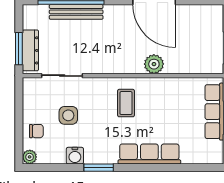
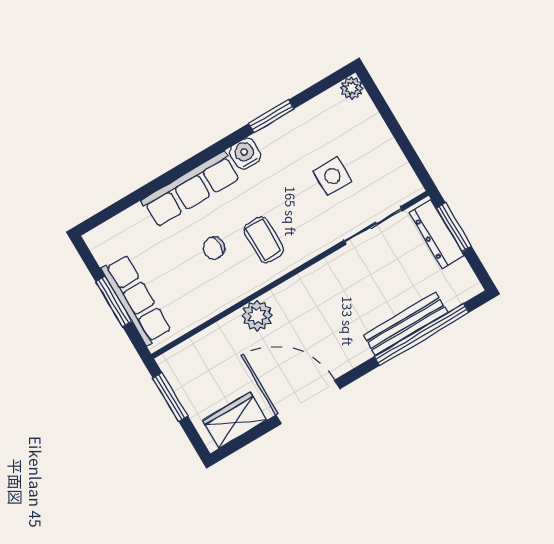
wardrobe: (200, 15) -> (235, 420), added
chair: (36, 131) -> (214, 248), moved
water cooler: (75, 156) -> (245, 154), moved
window: (99, 168) -> (271, 116), moved

